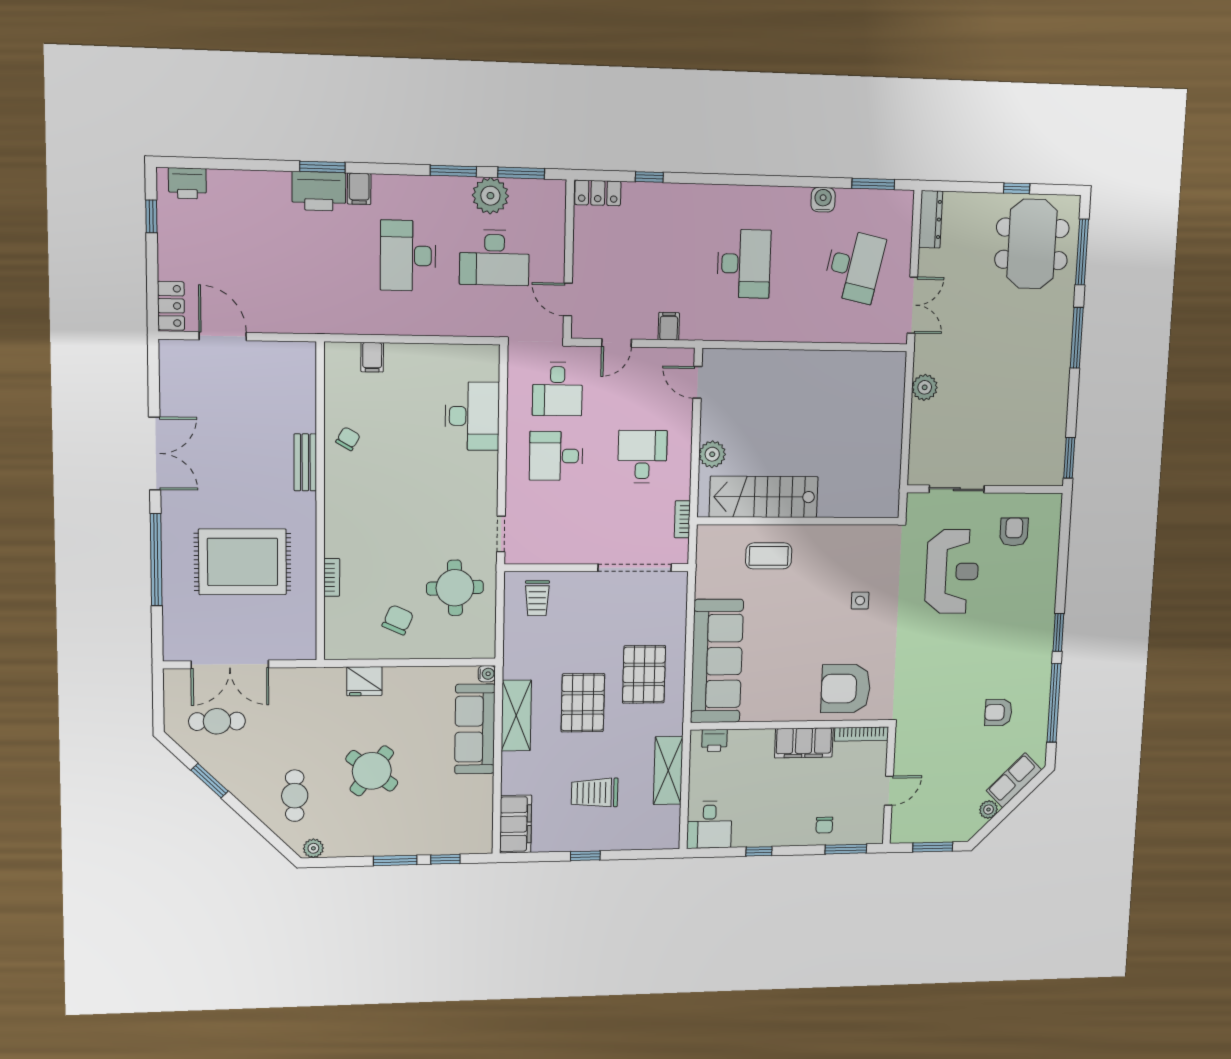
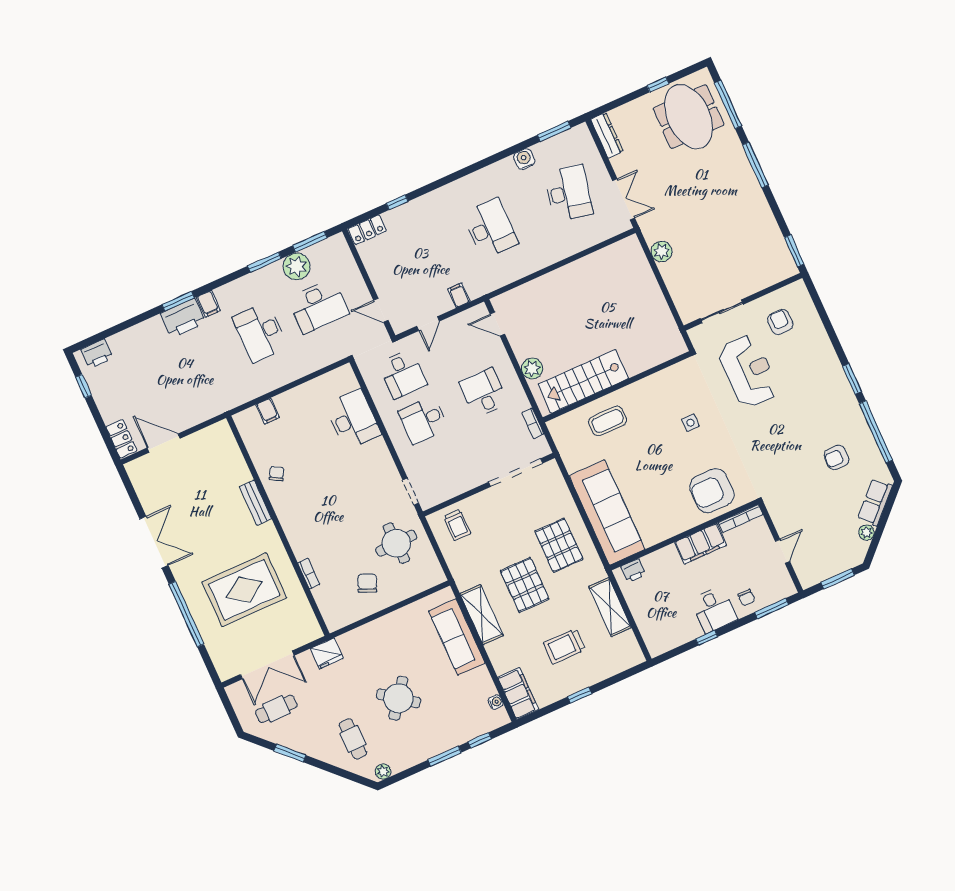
water cooler: (487, 674) -> (496, 702), moved
fridge: (364, 681) -> (327, 653), moved
desk: (709, 825) -> (714, 610), moved

